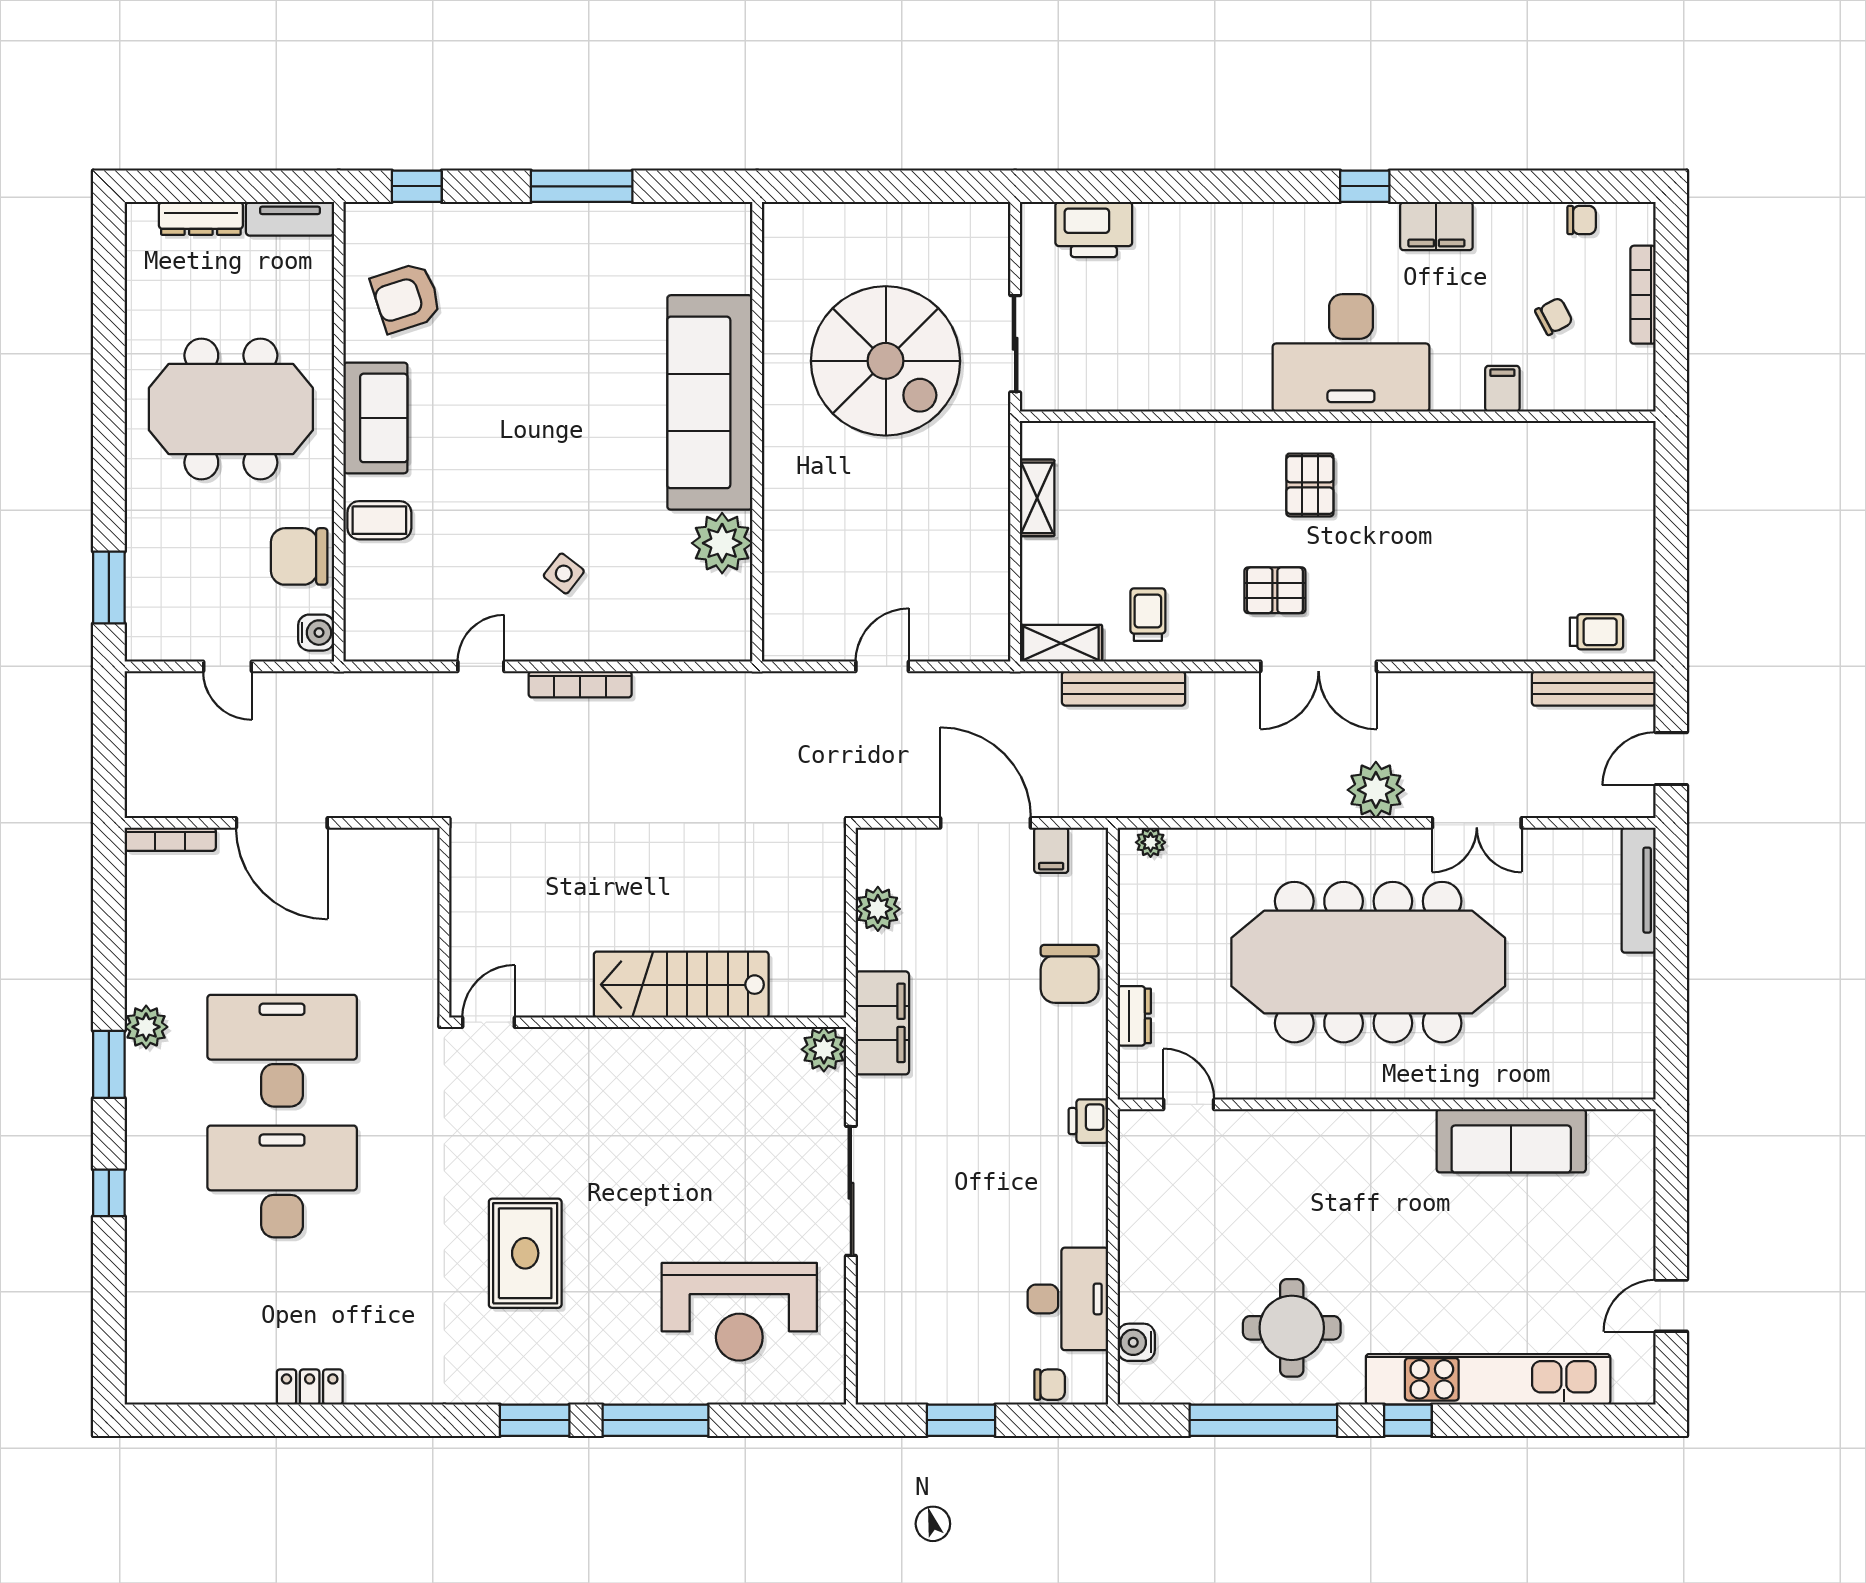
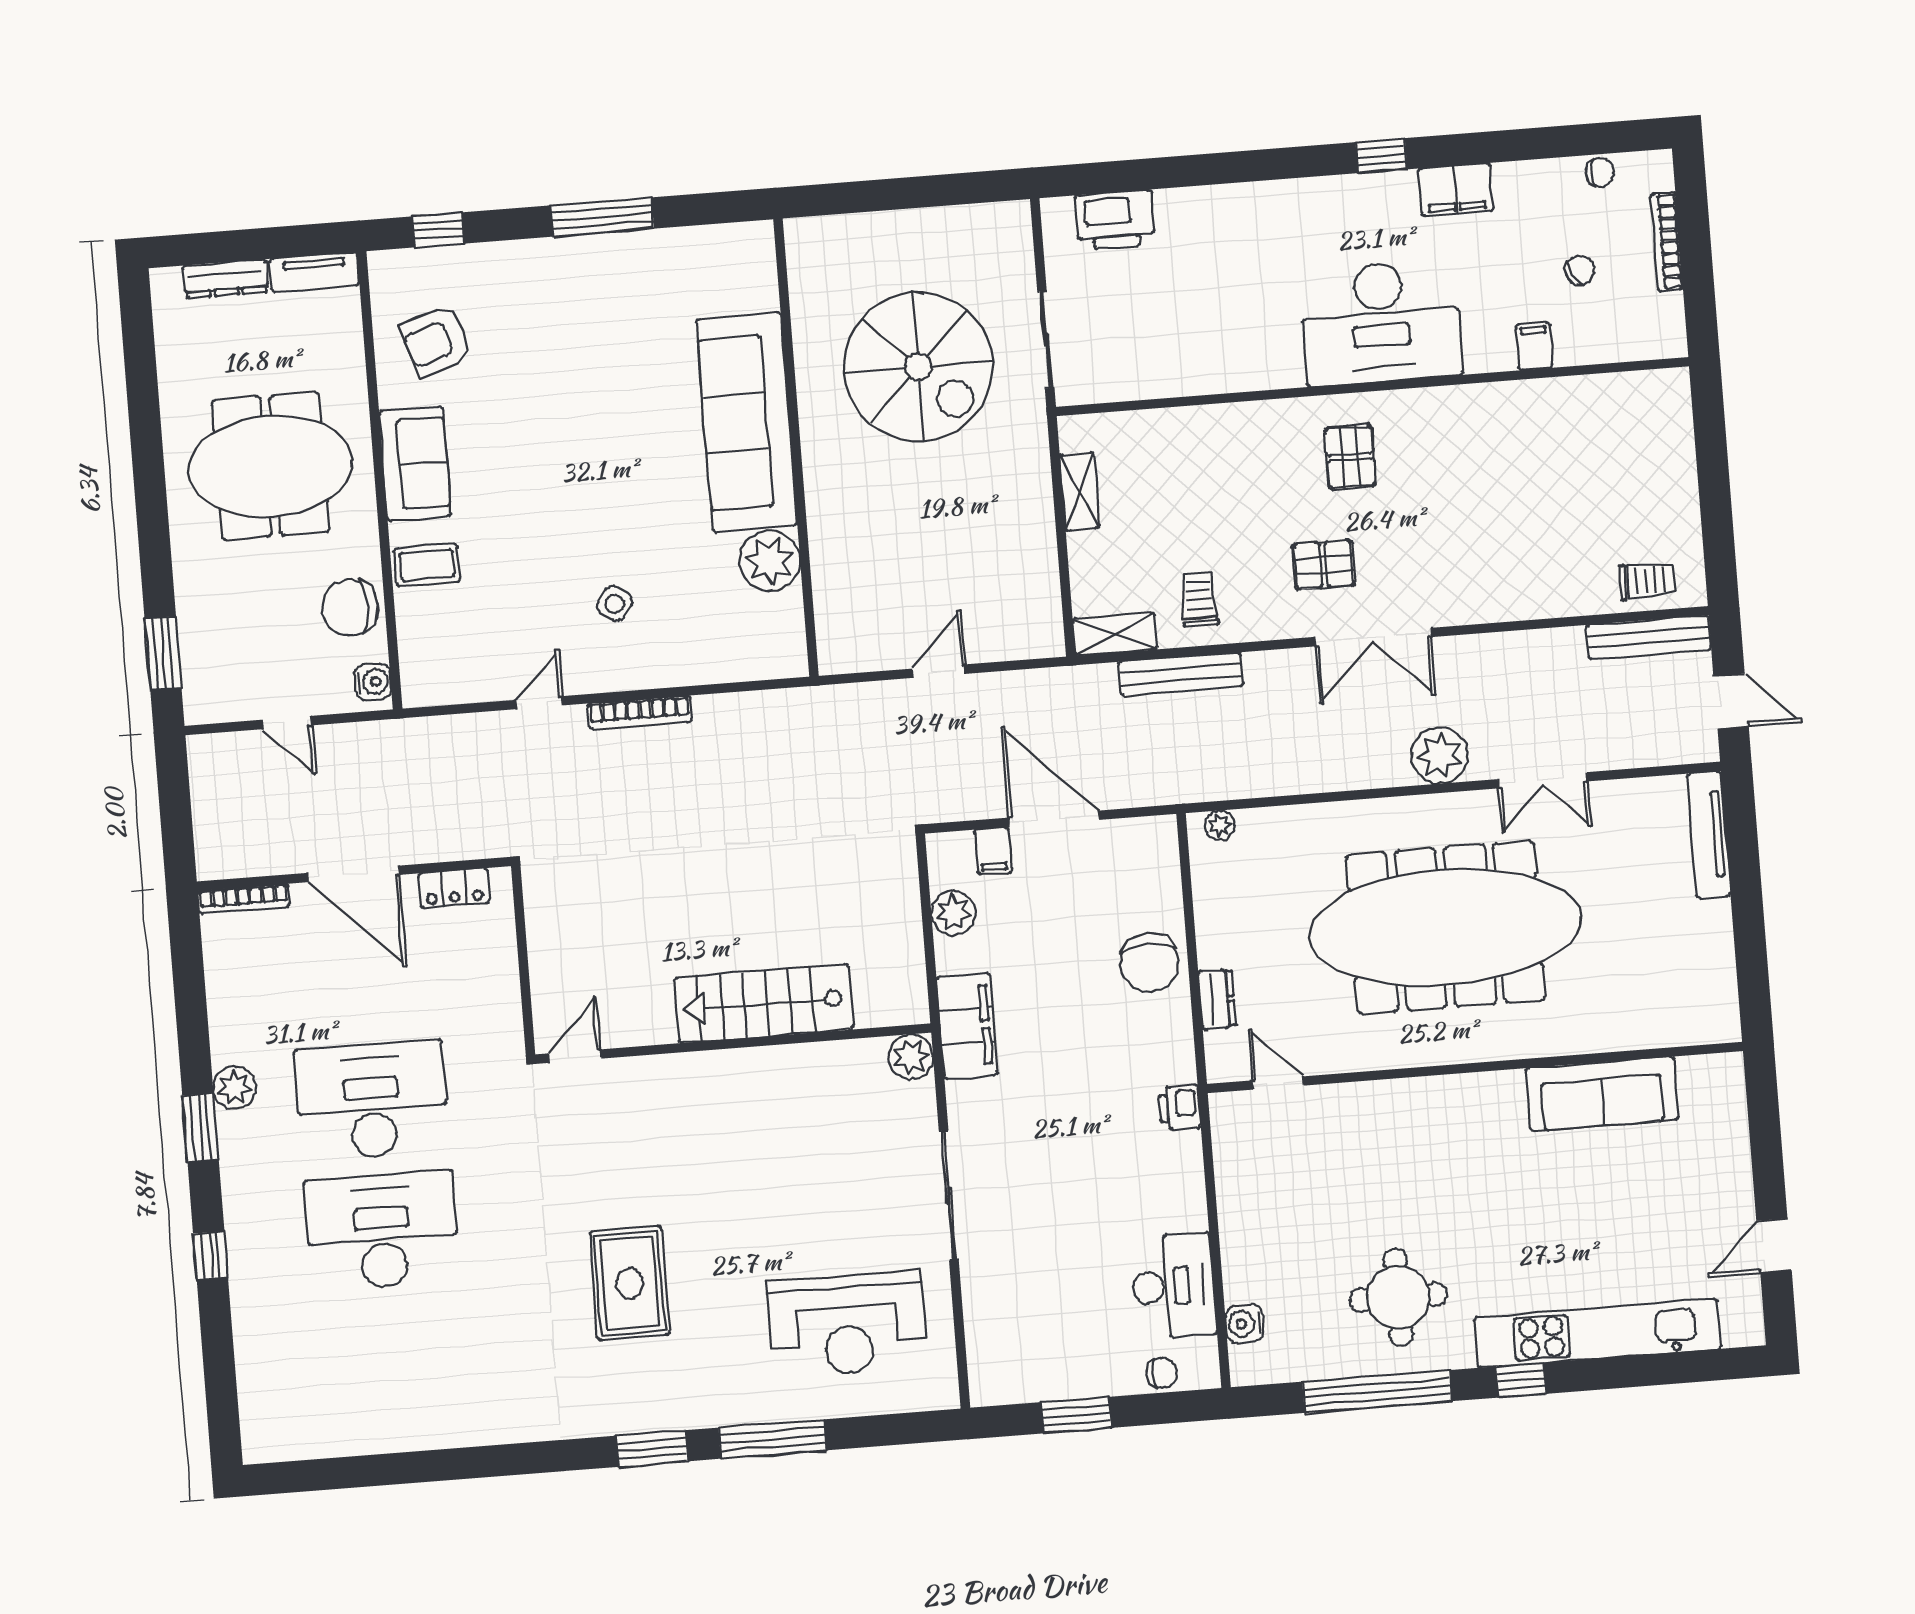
door: (1671, 759) -> (1731, 701), swing flipped
filing cabinet: (1051, 850) -> (993, 851), moved
locker: (310, 1387) -> (454, 888), moved, turned 180

